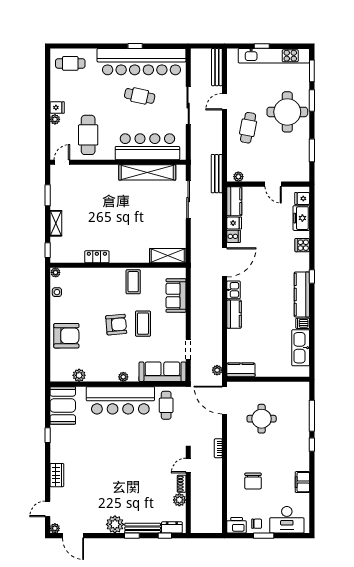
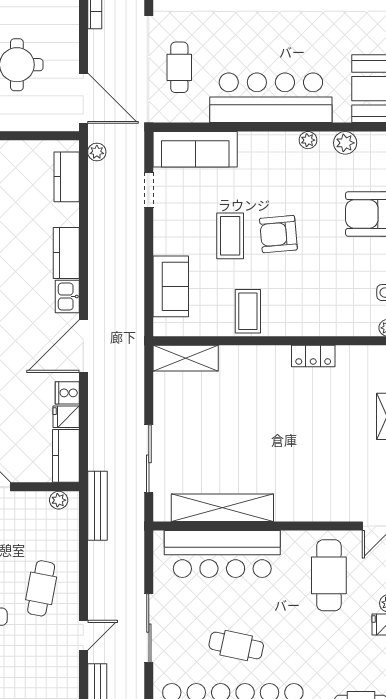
kitchen counter: (241, 370) -> (67, 177), moved, turned 90
plant: (123, 377) -> (308, 140), moved
cafe table: (166, 405) -> (179, 67), moved

